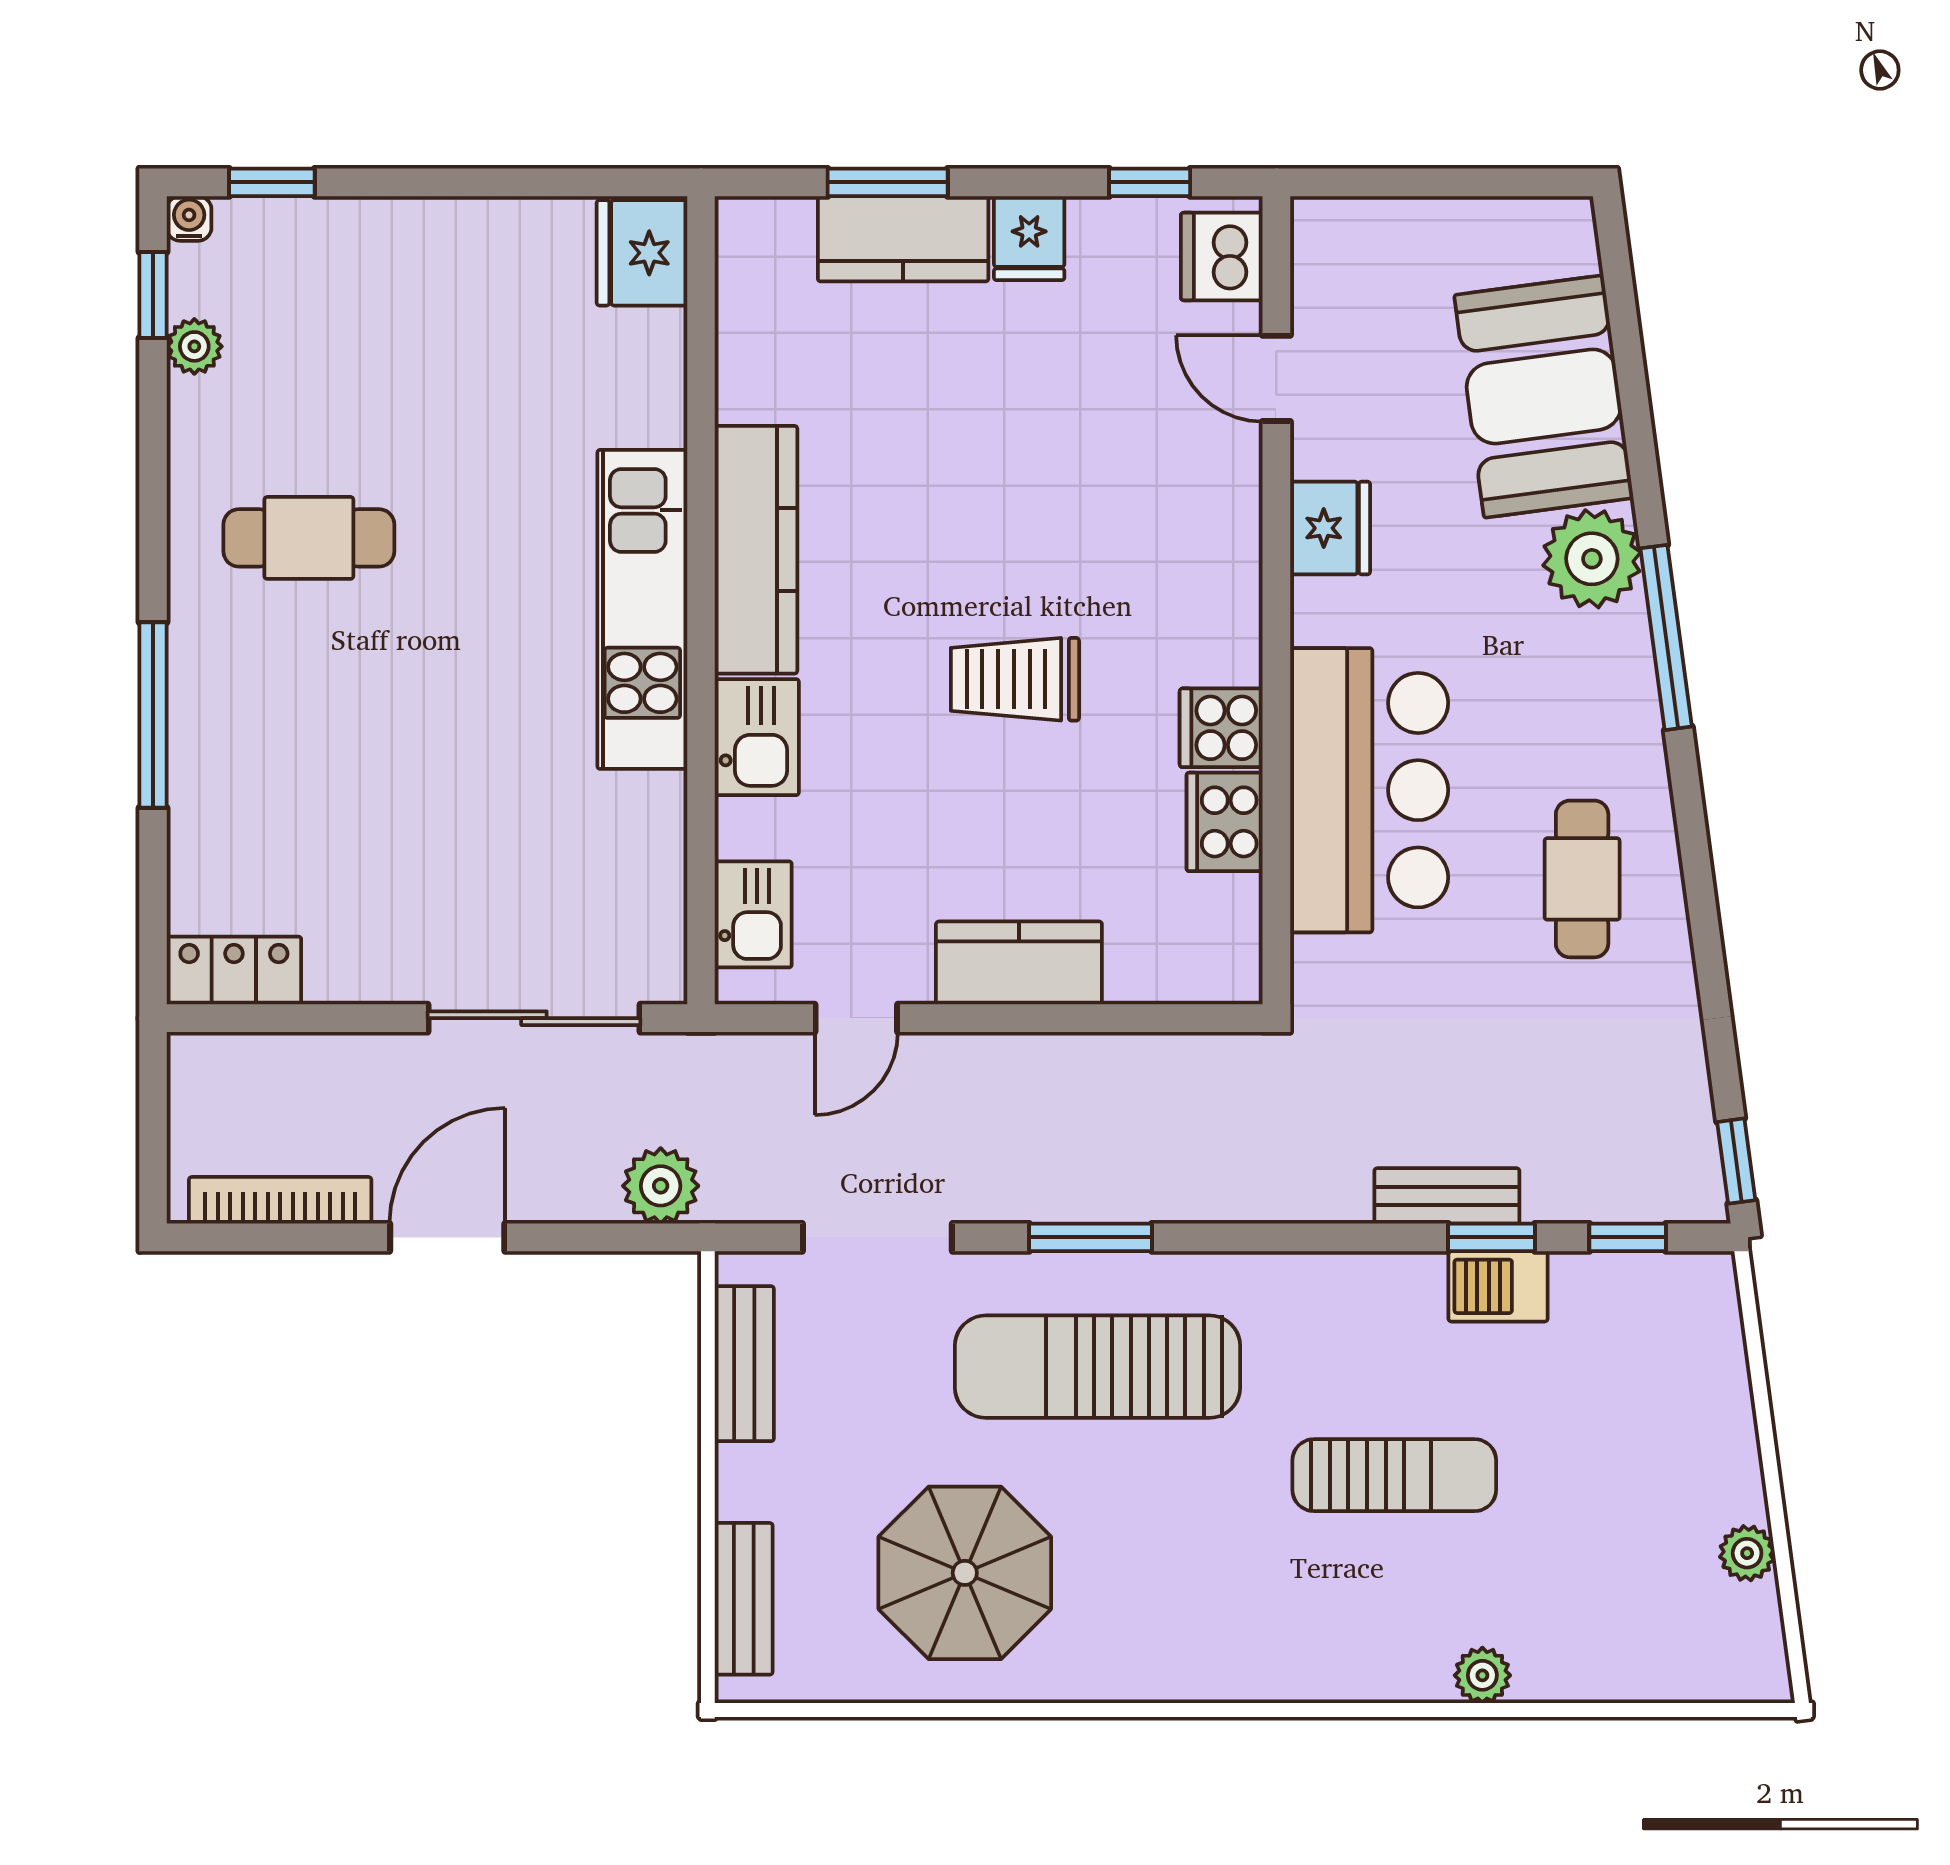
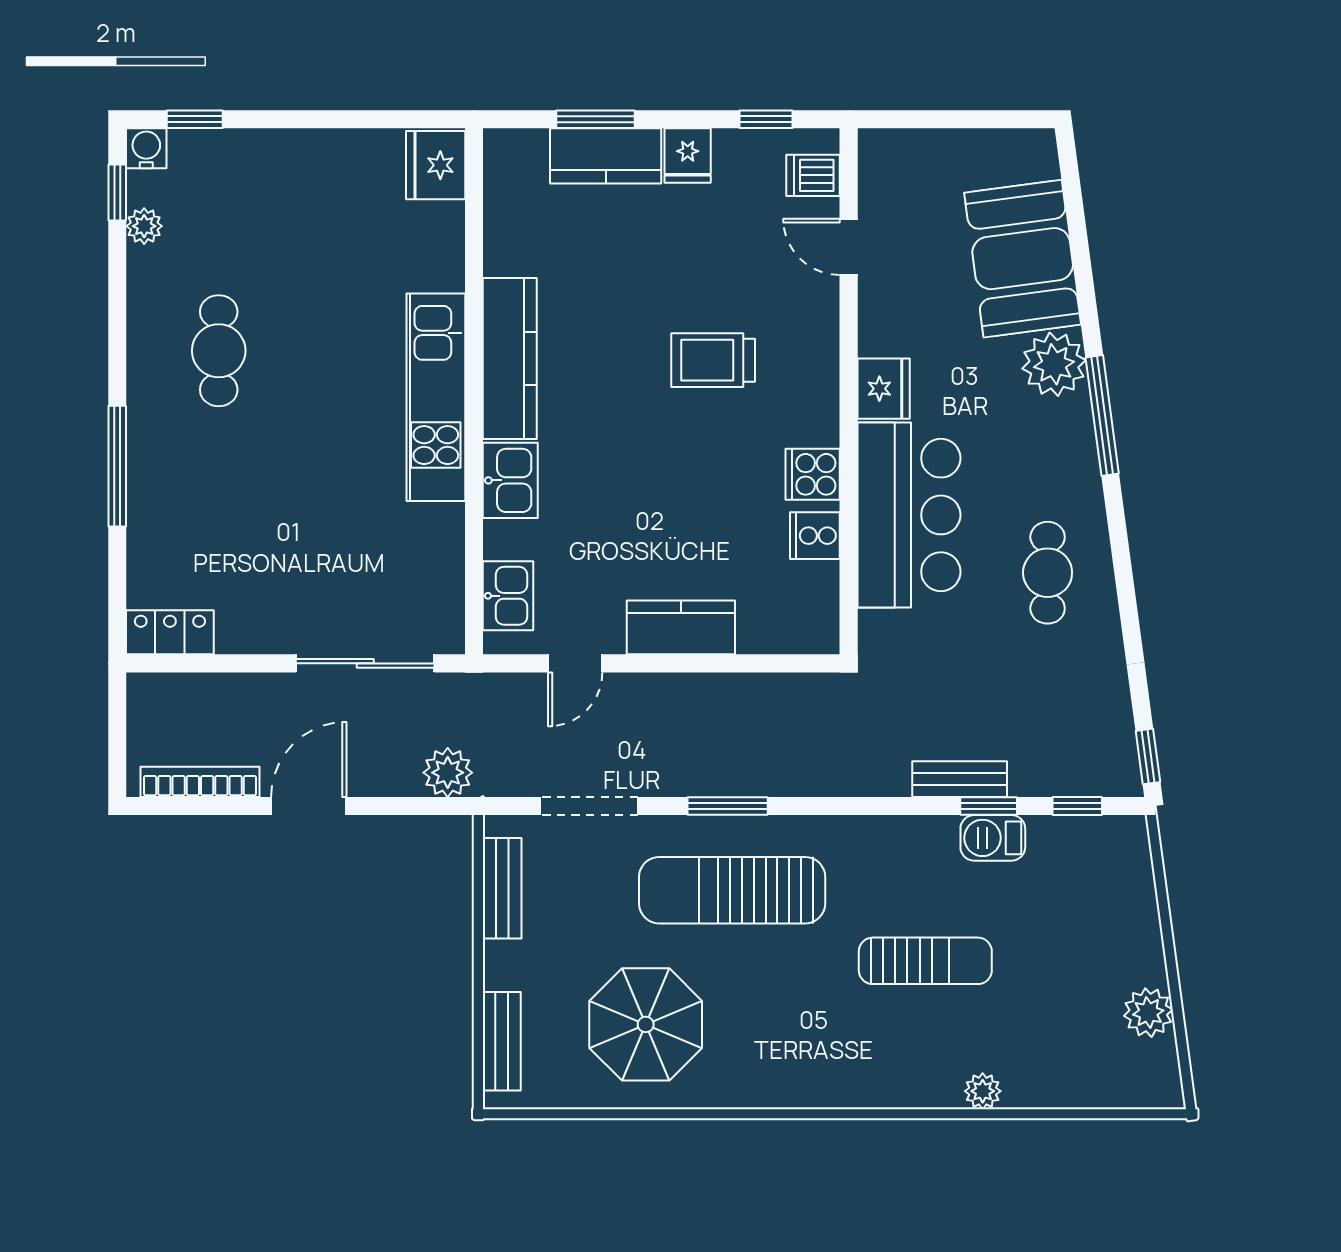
water cooler: (189, 218) -> (146, 148), width x1.38, depth x1.38
dishwasher: (1222, 257) -> (813, 175), width x0.73
fridge: (1330, 528) -> (884, 389), moved
cafe table: (309, 538) -> (219, 351), turned 90
trolley: (1015, 679) -> (713, 360), moved
cooker: (1225, 822) -> (815, 536), width x0.73
plant: (1747, 1553) -> (1148, 1013), width x1.38, depth x1.38

